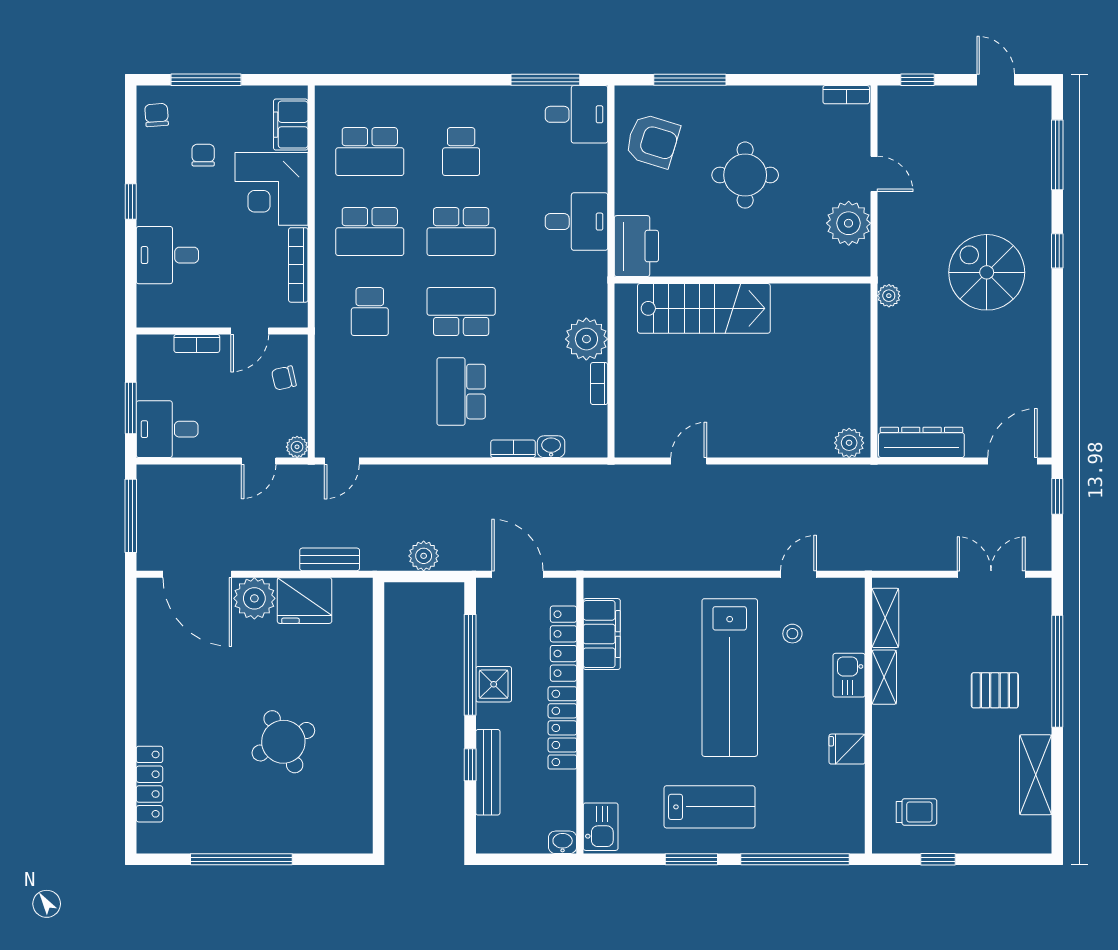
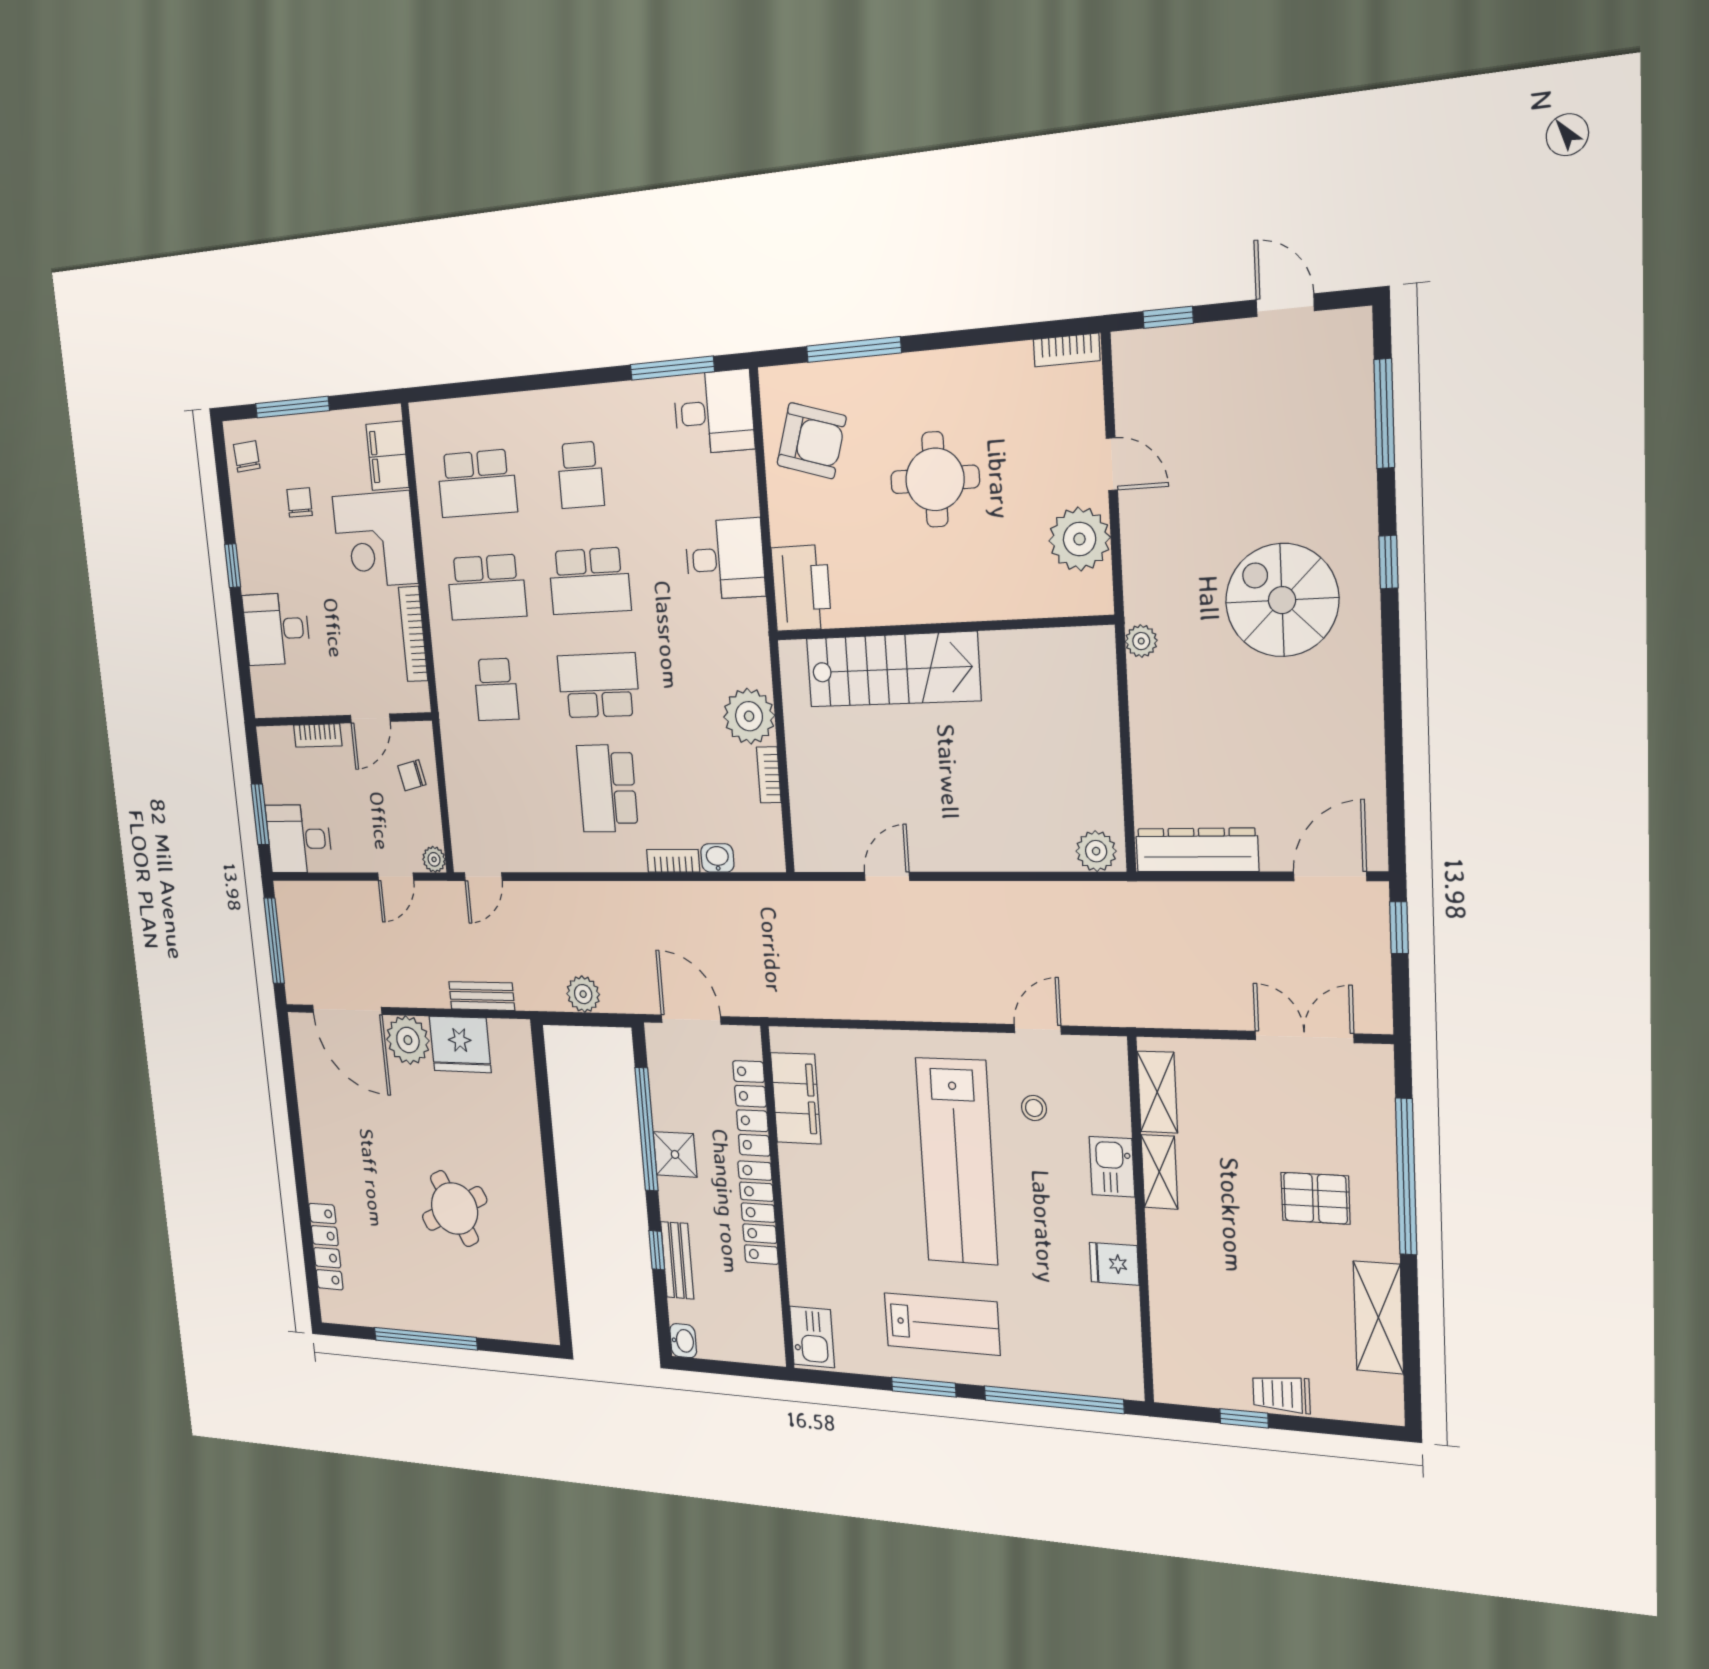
bench: (488, 772) -> (677, 1260), width x0.73
trolley: (917, 812) -> (1281, 1394), moved, turned 180
washbasin: (563, 842) -> (683, 1341), moved, turned 90

